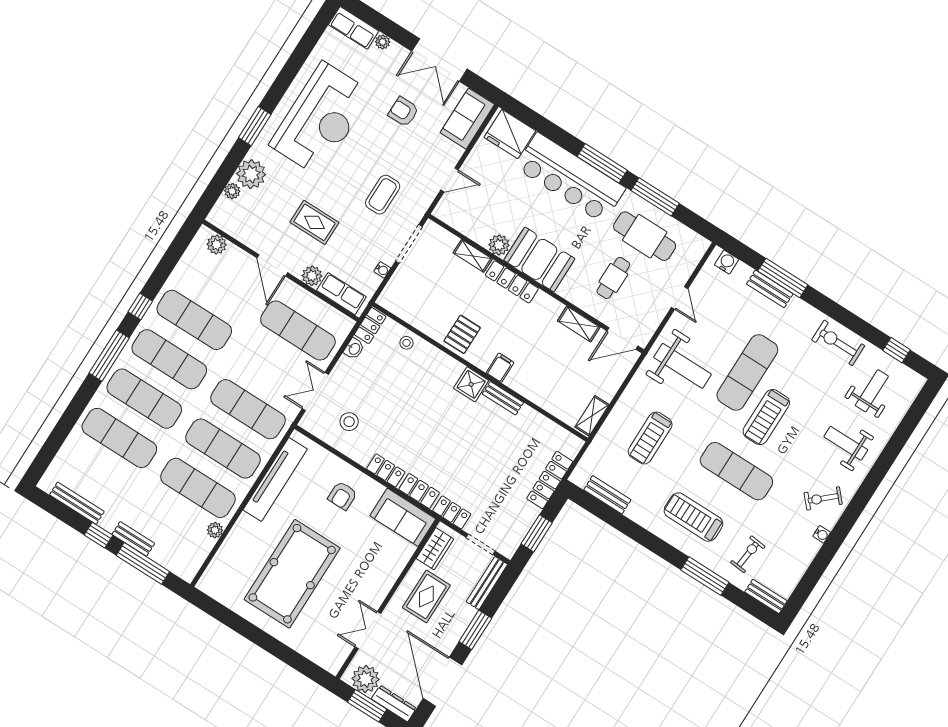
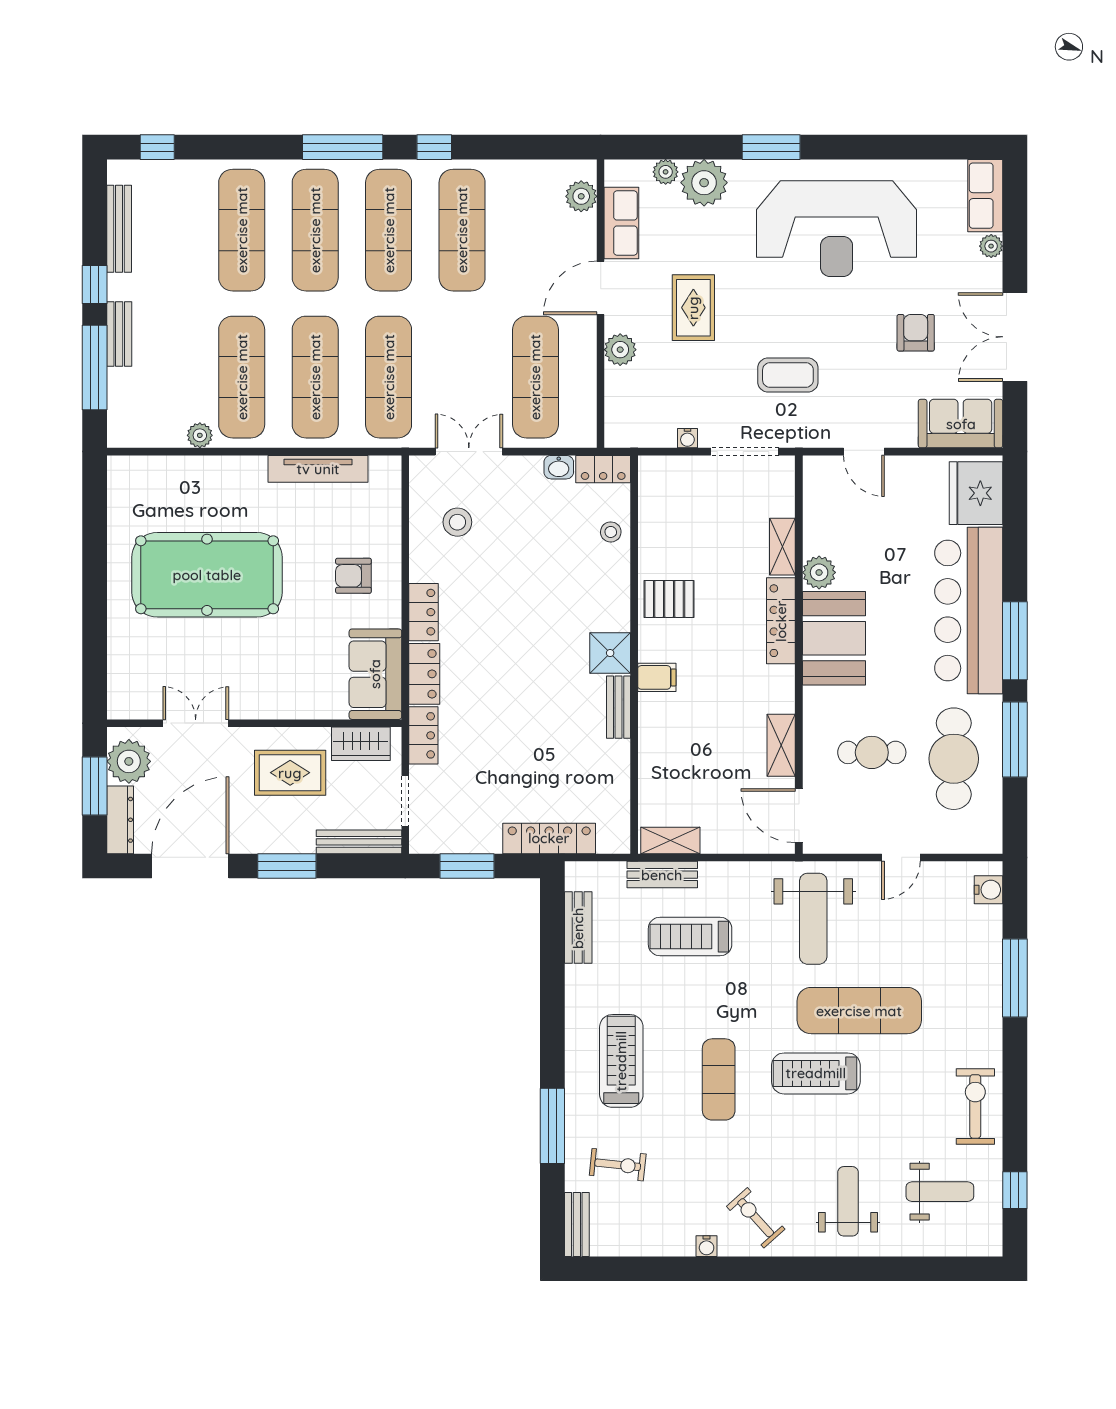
bench: (770, 289) -> (662, 875), moved, turned 90
row of seats: (341, 294) -> (621, 223), moved
window: (46, 455) -> (157, 147), added
exercise mat: (736, 471) -> (719, 1079), width x0.73, depth x0.69
tv unit: (275, 480) -> (318, 469), width x0.73, depth x0.78

